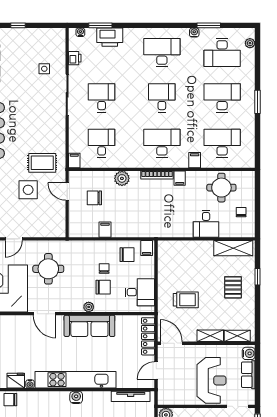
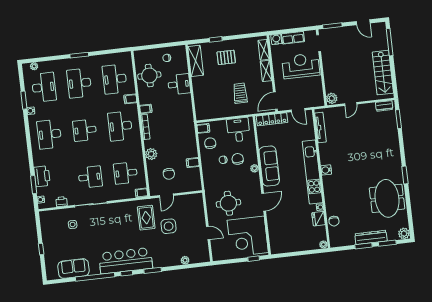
desk: (102, 98) -> (90, 177), turned 180

